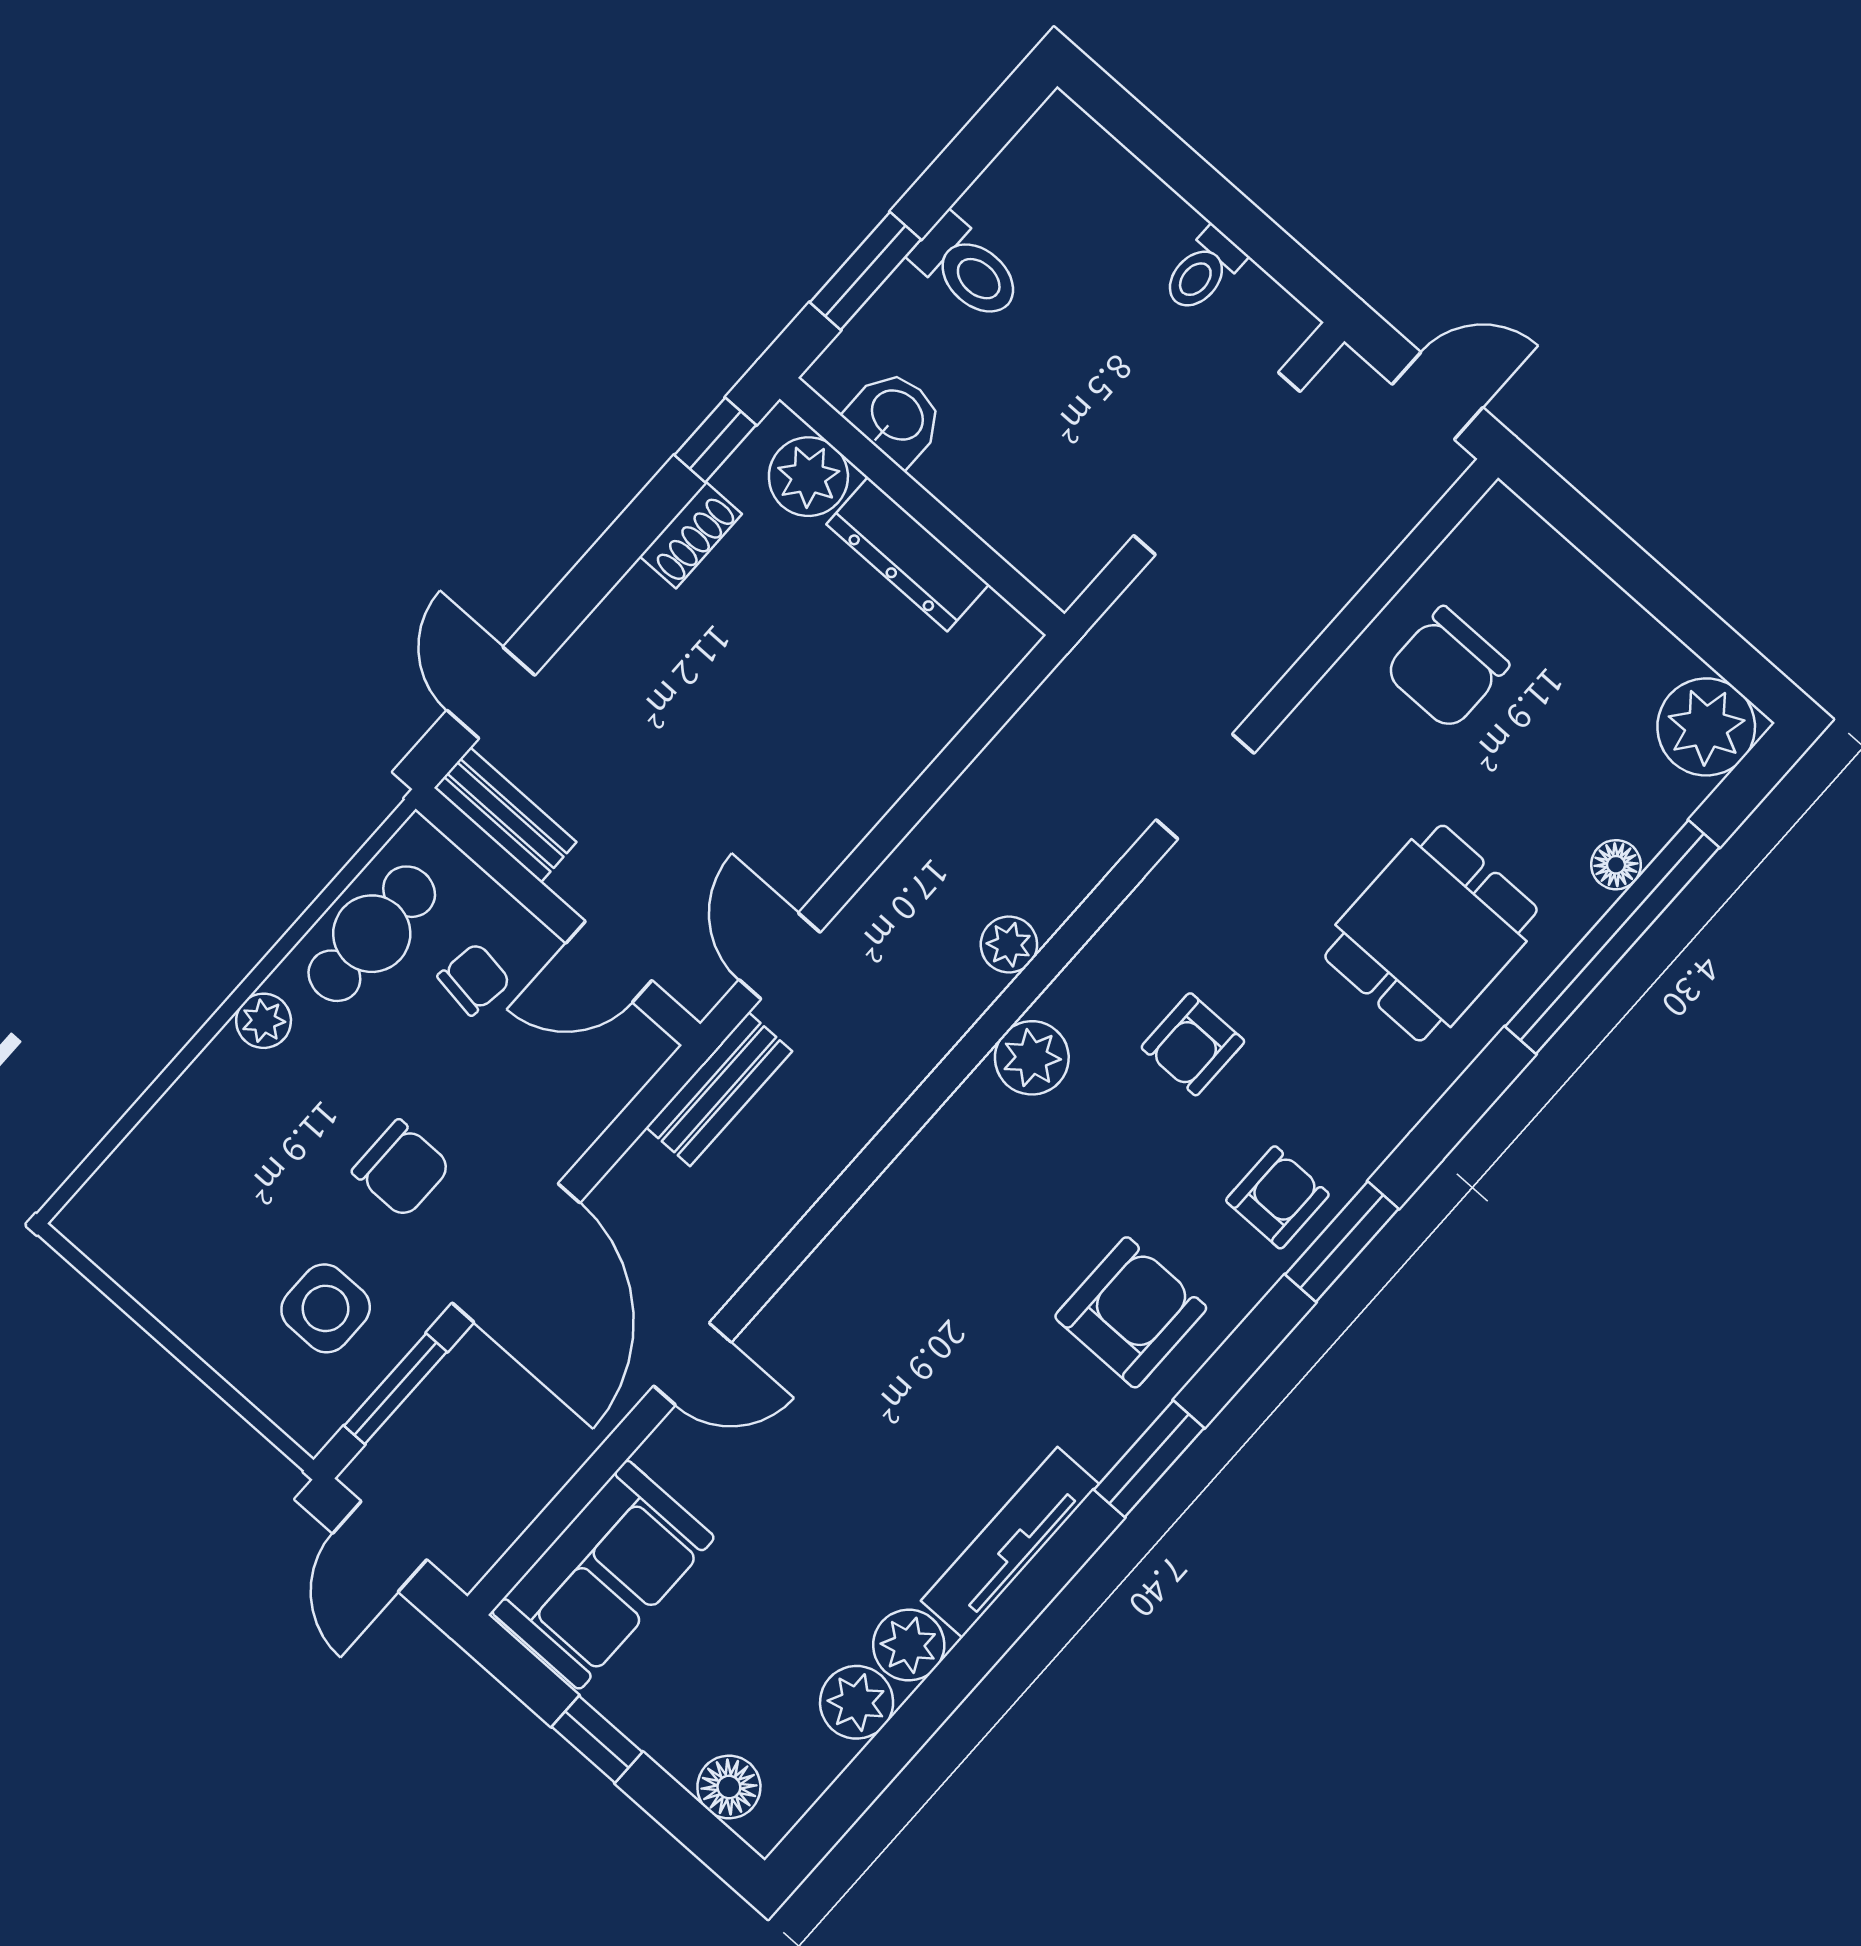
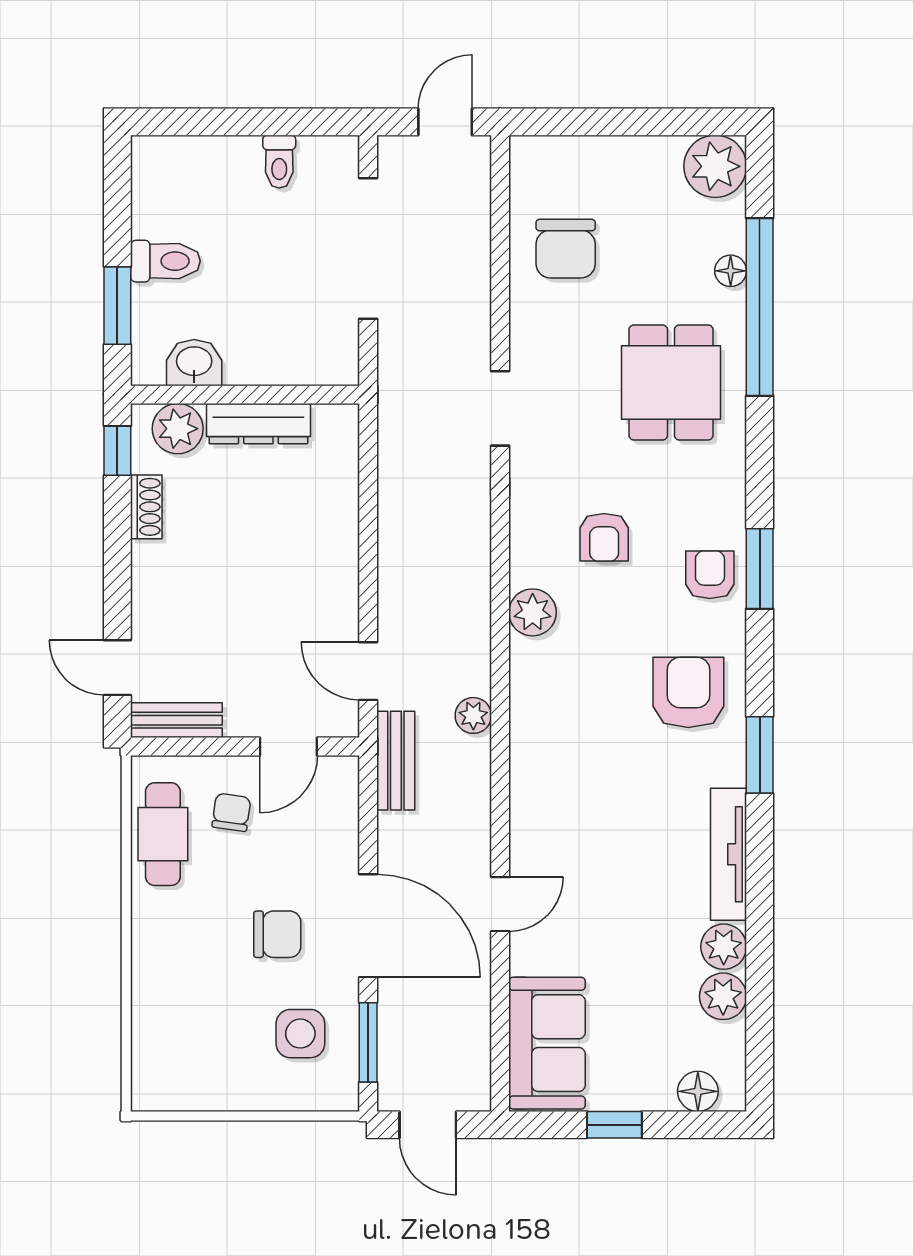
plant: (1009, 945) -> (473, 715), moved
plant: (264, 1021) -> (148, 922), removed

